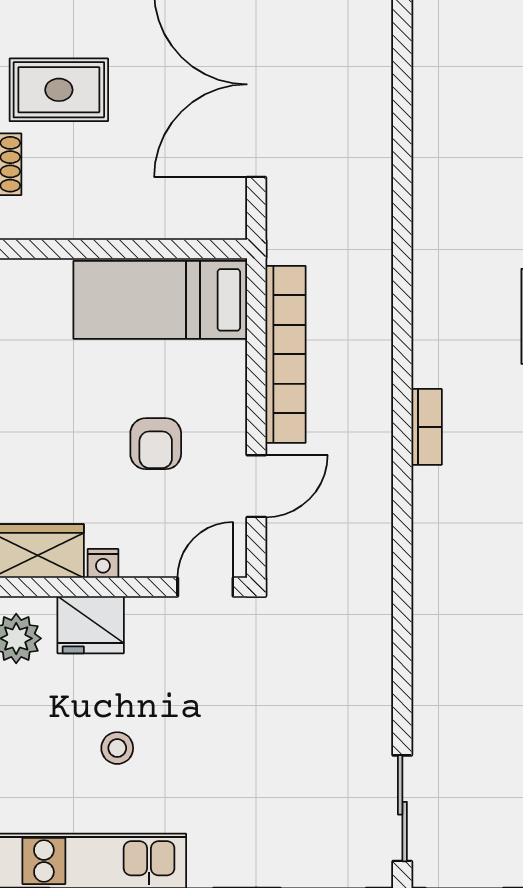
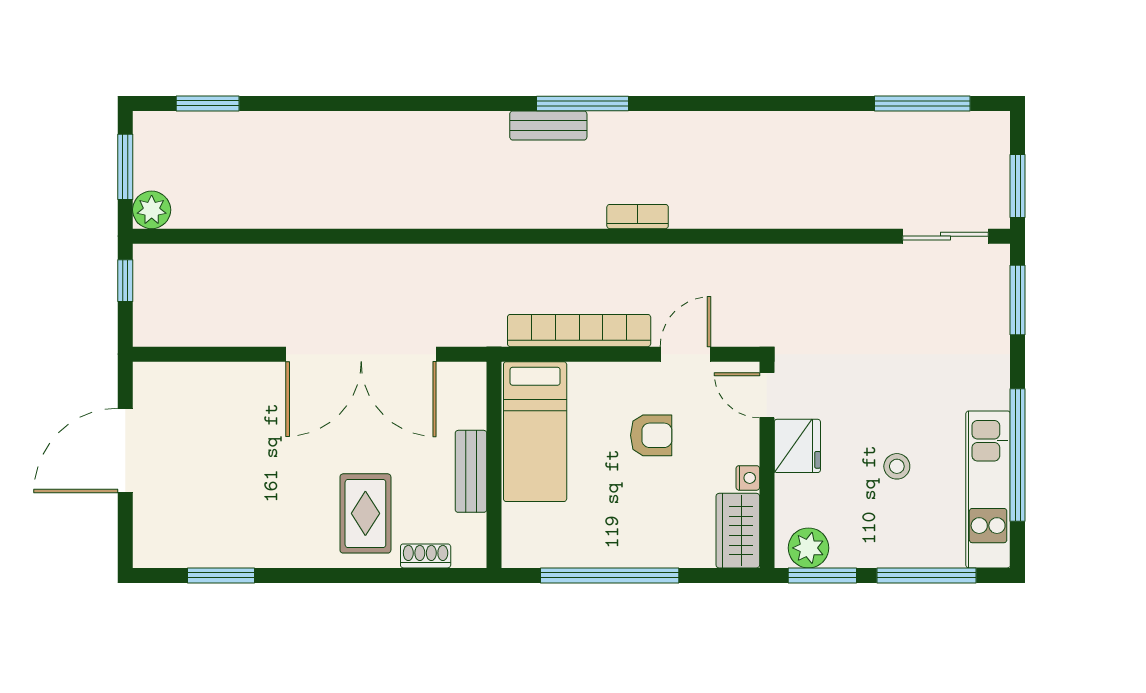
bench: (111, 220) -> (471, 471), added
door: (256, 486) -> (685, 354), hinge flipped
fridge: (91, 625) -> (797, 446), moved

